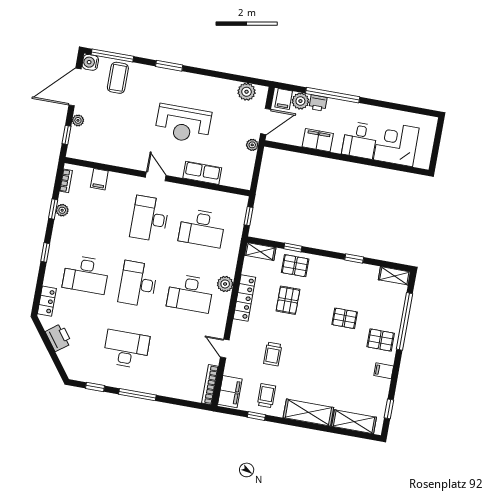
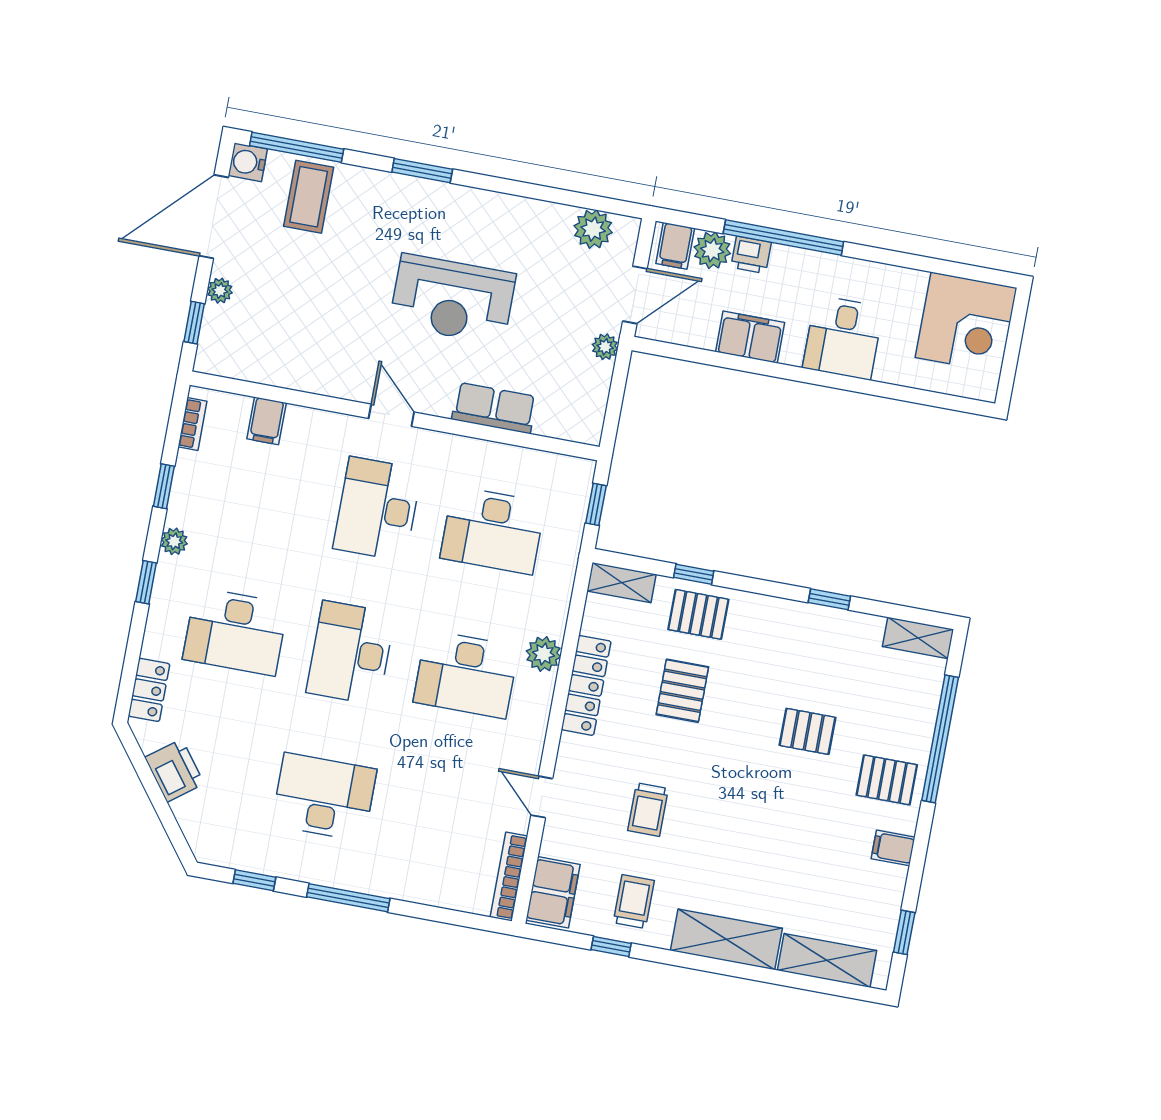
corner desk: (396, 144) -> (966, 323), moved, turned 180
plant: (62, 210) -> (174, 541), moved

